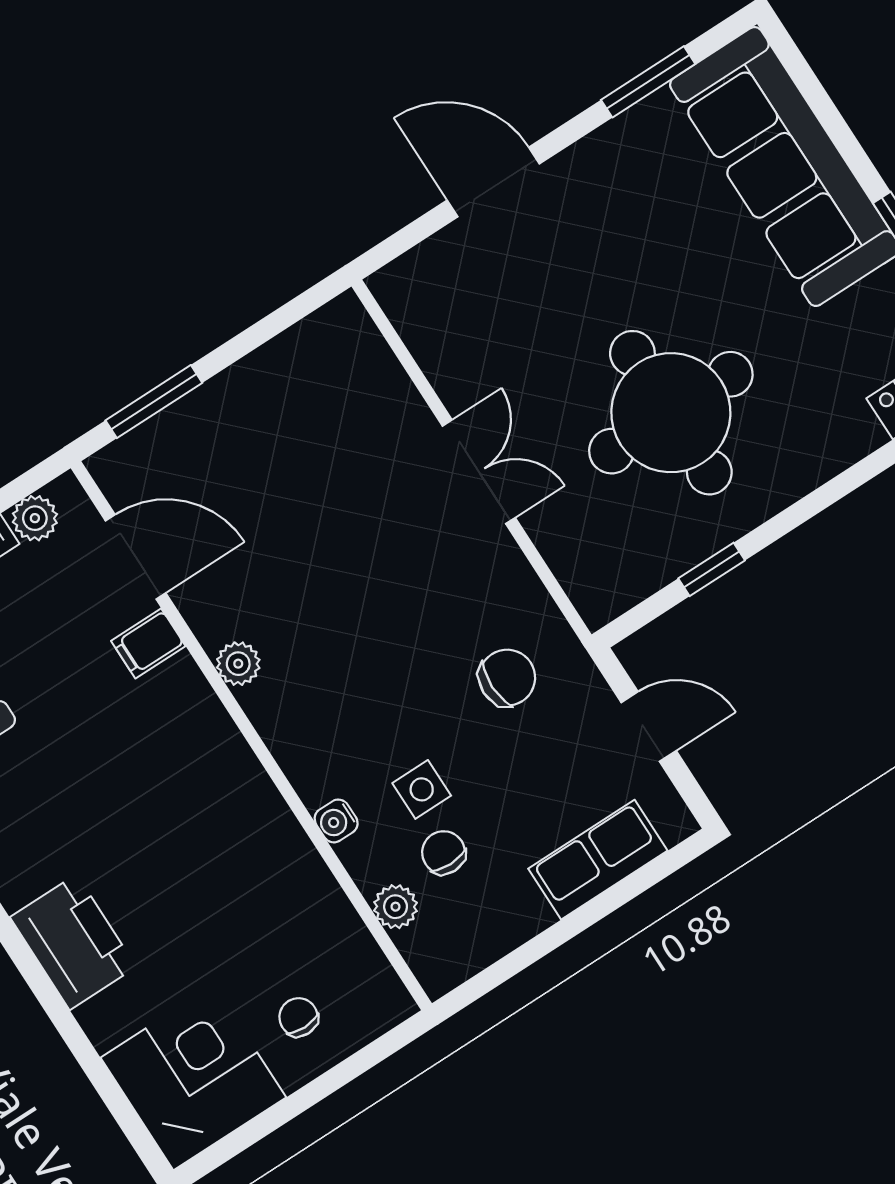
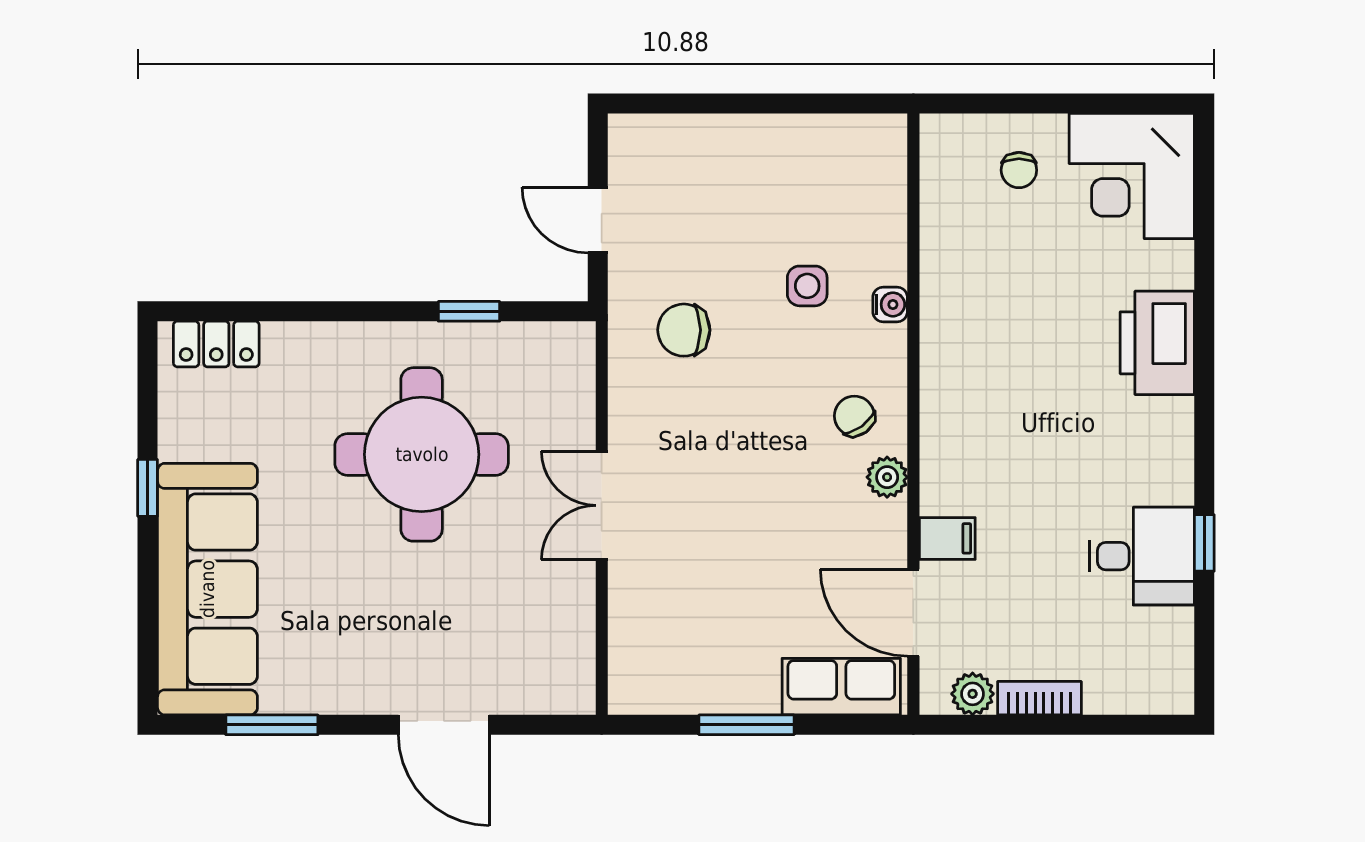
window: (154, 402) -> (746, 725), moved
chair: (444, 853) -> (854, 416), moved, turned 144
row of seats: (598, 860) -> (841, 687), moved, turned 180
plant: (396, 907) -> (887, 207), removed

